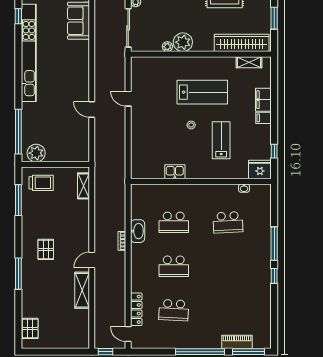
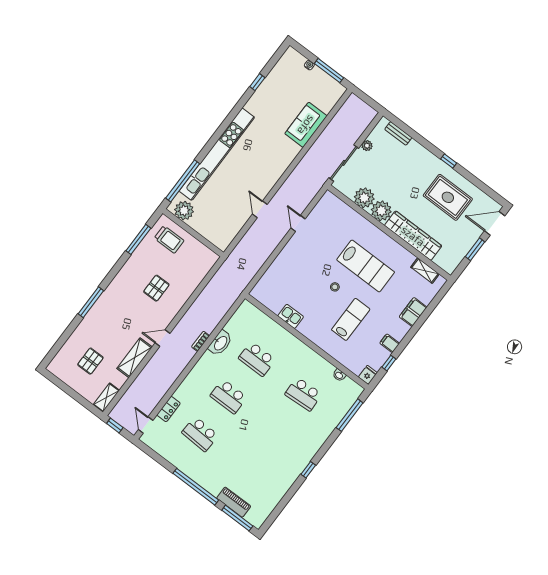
wardrobe: (242, 43) -> (413, 236), moved
plant: (167, 47) -> (364, 198), width x1.87, depth x1.87
kitchen unit: (29, 53) -> (217, 154), moved
filing cabinet: (264, 118) -> (390, 343), moved
fridge: (260, 169) -> (368, 375), width x0.53, depth x0.75
shelving: (83, 186) -> (106, 398), moved
window: (274, 244) -> (350, 415), moved
pallet: (46, 249) -> (156, 288), moved
locker: (136, 309) -> (169, 409), width x0.66
pallet: (30, 328) -> (90, 361), moved

